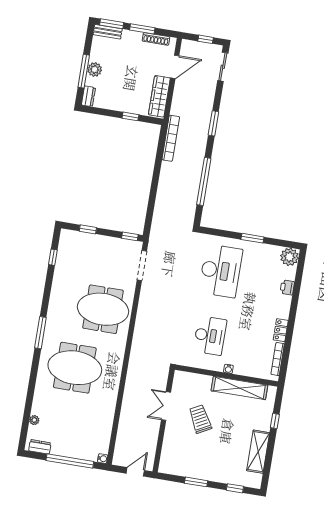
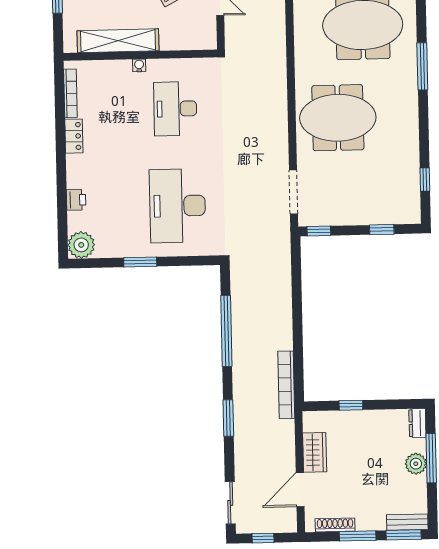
wardrobe: (159, 96) -> (315, 452), width x0.67

